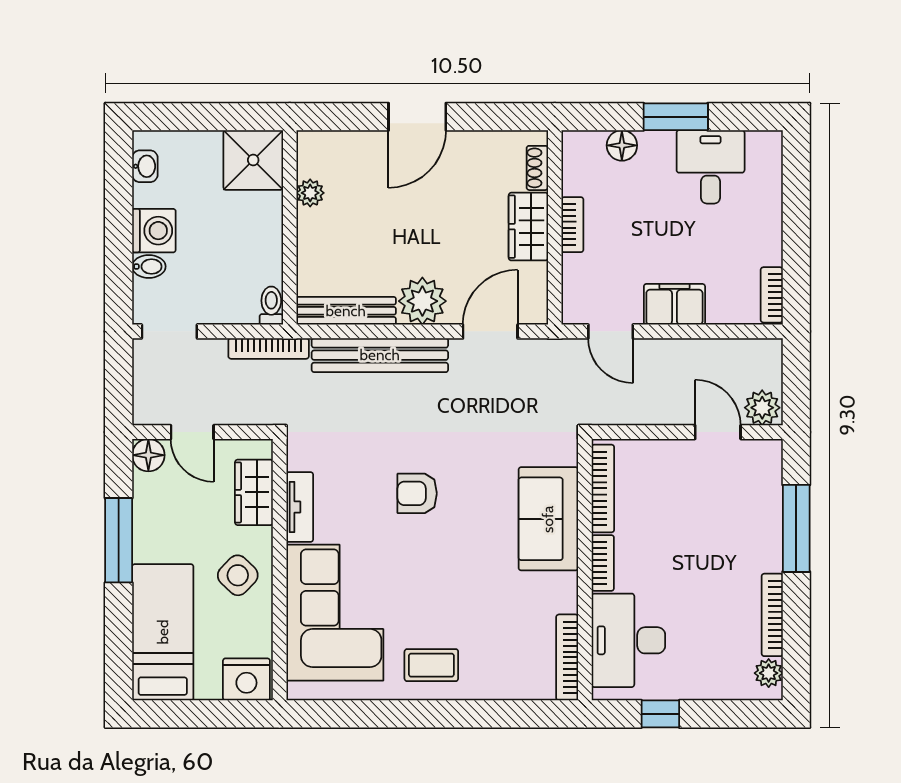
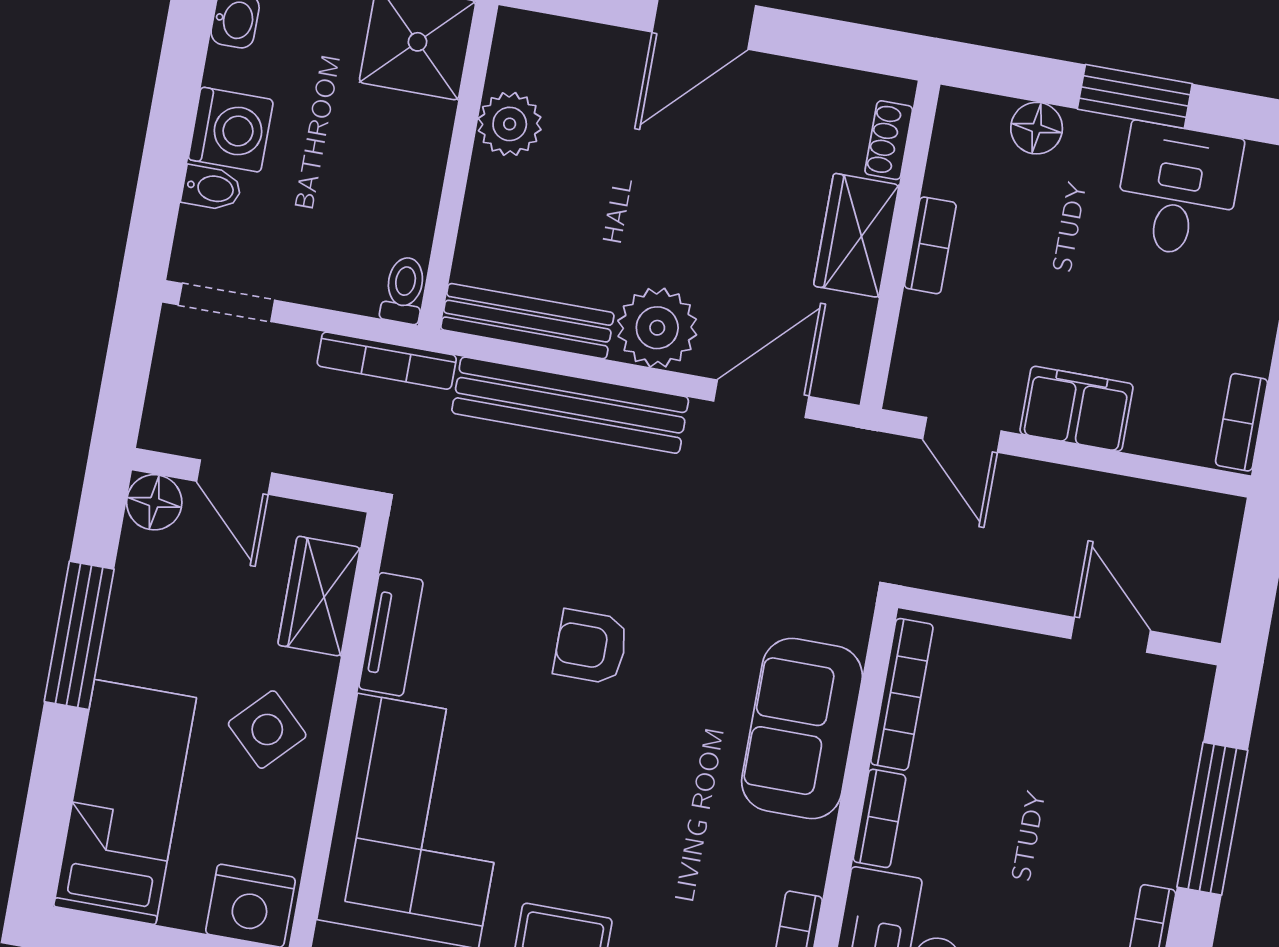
plant: (310, 193) -> (510, 124), width x1.38, depth x1.38
plant: (762, 408) -> (1192, 607), removed

